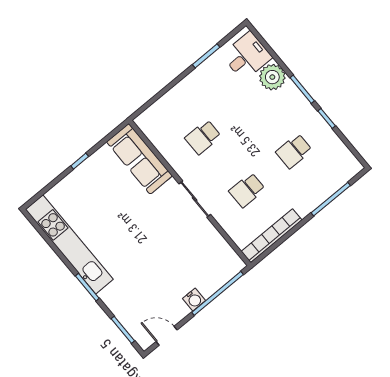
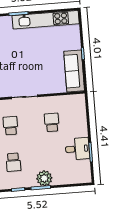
desk: (247, 56) -> (77, 149), moved, turned -90
plant: (272, 77) -> (44, 178), moved
school desk: (294, 151) -> (13, 162), turned 180
sofa: (139, 159) -> (74, 71), moved, turned -90

